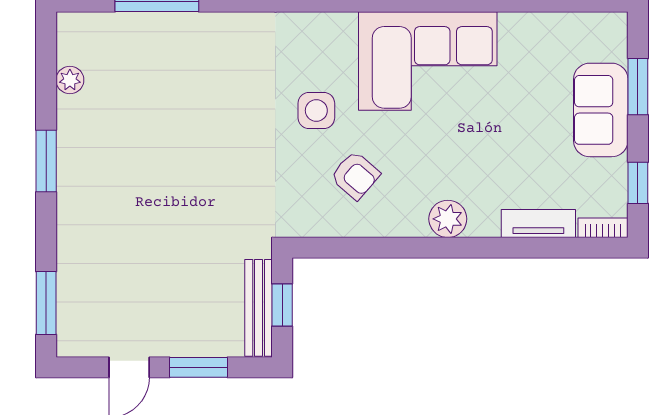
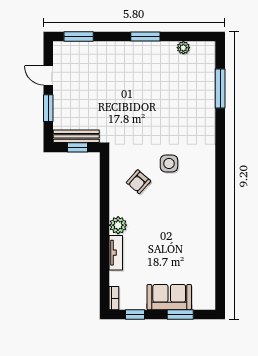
corner sofa: (428, 61) -> (192, 216), removed
tv unit: (538, 224) -> (116, 253), moved

